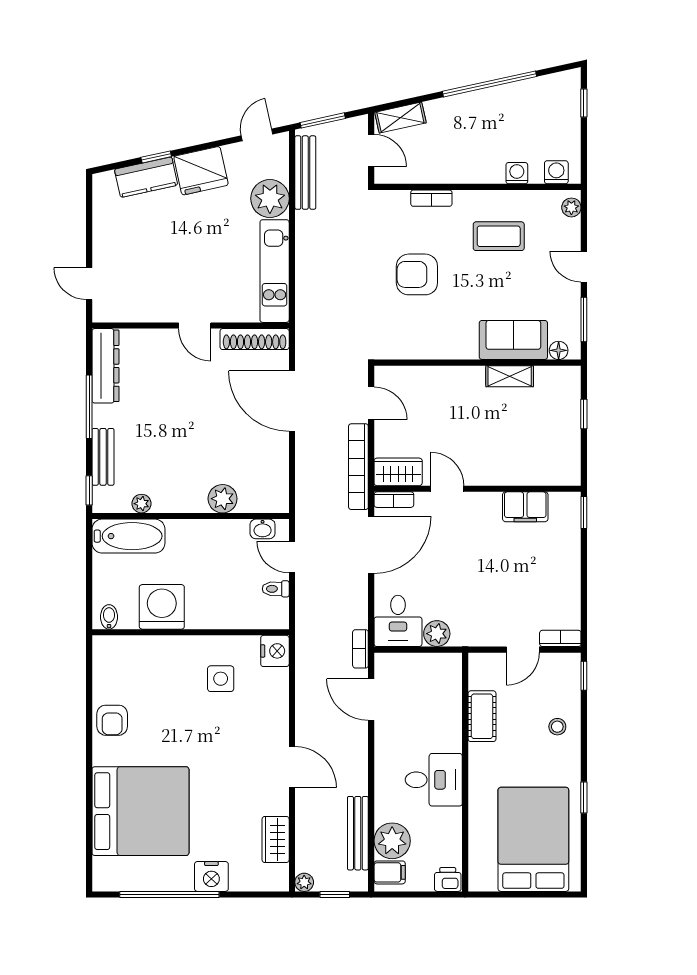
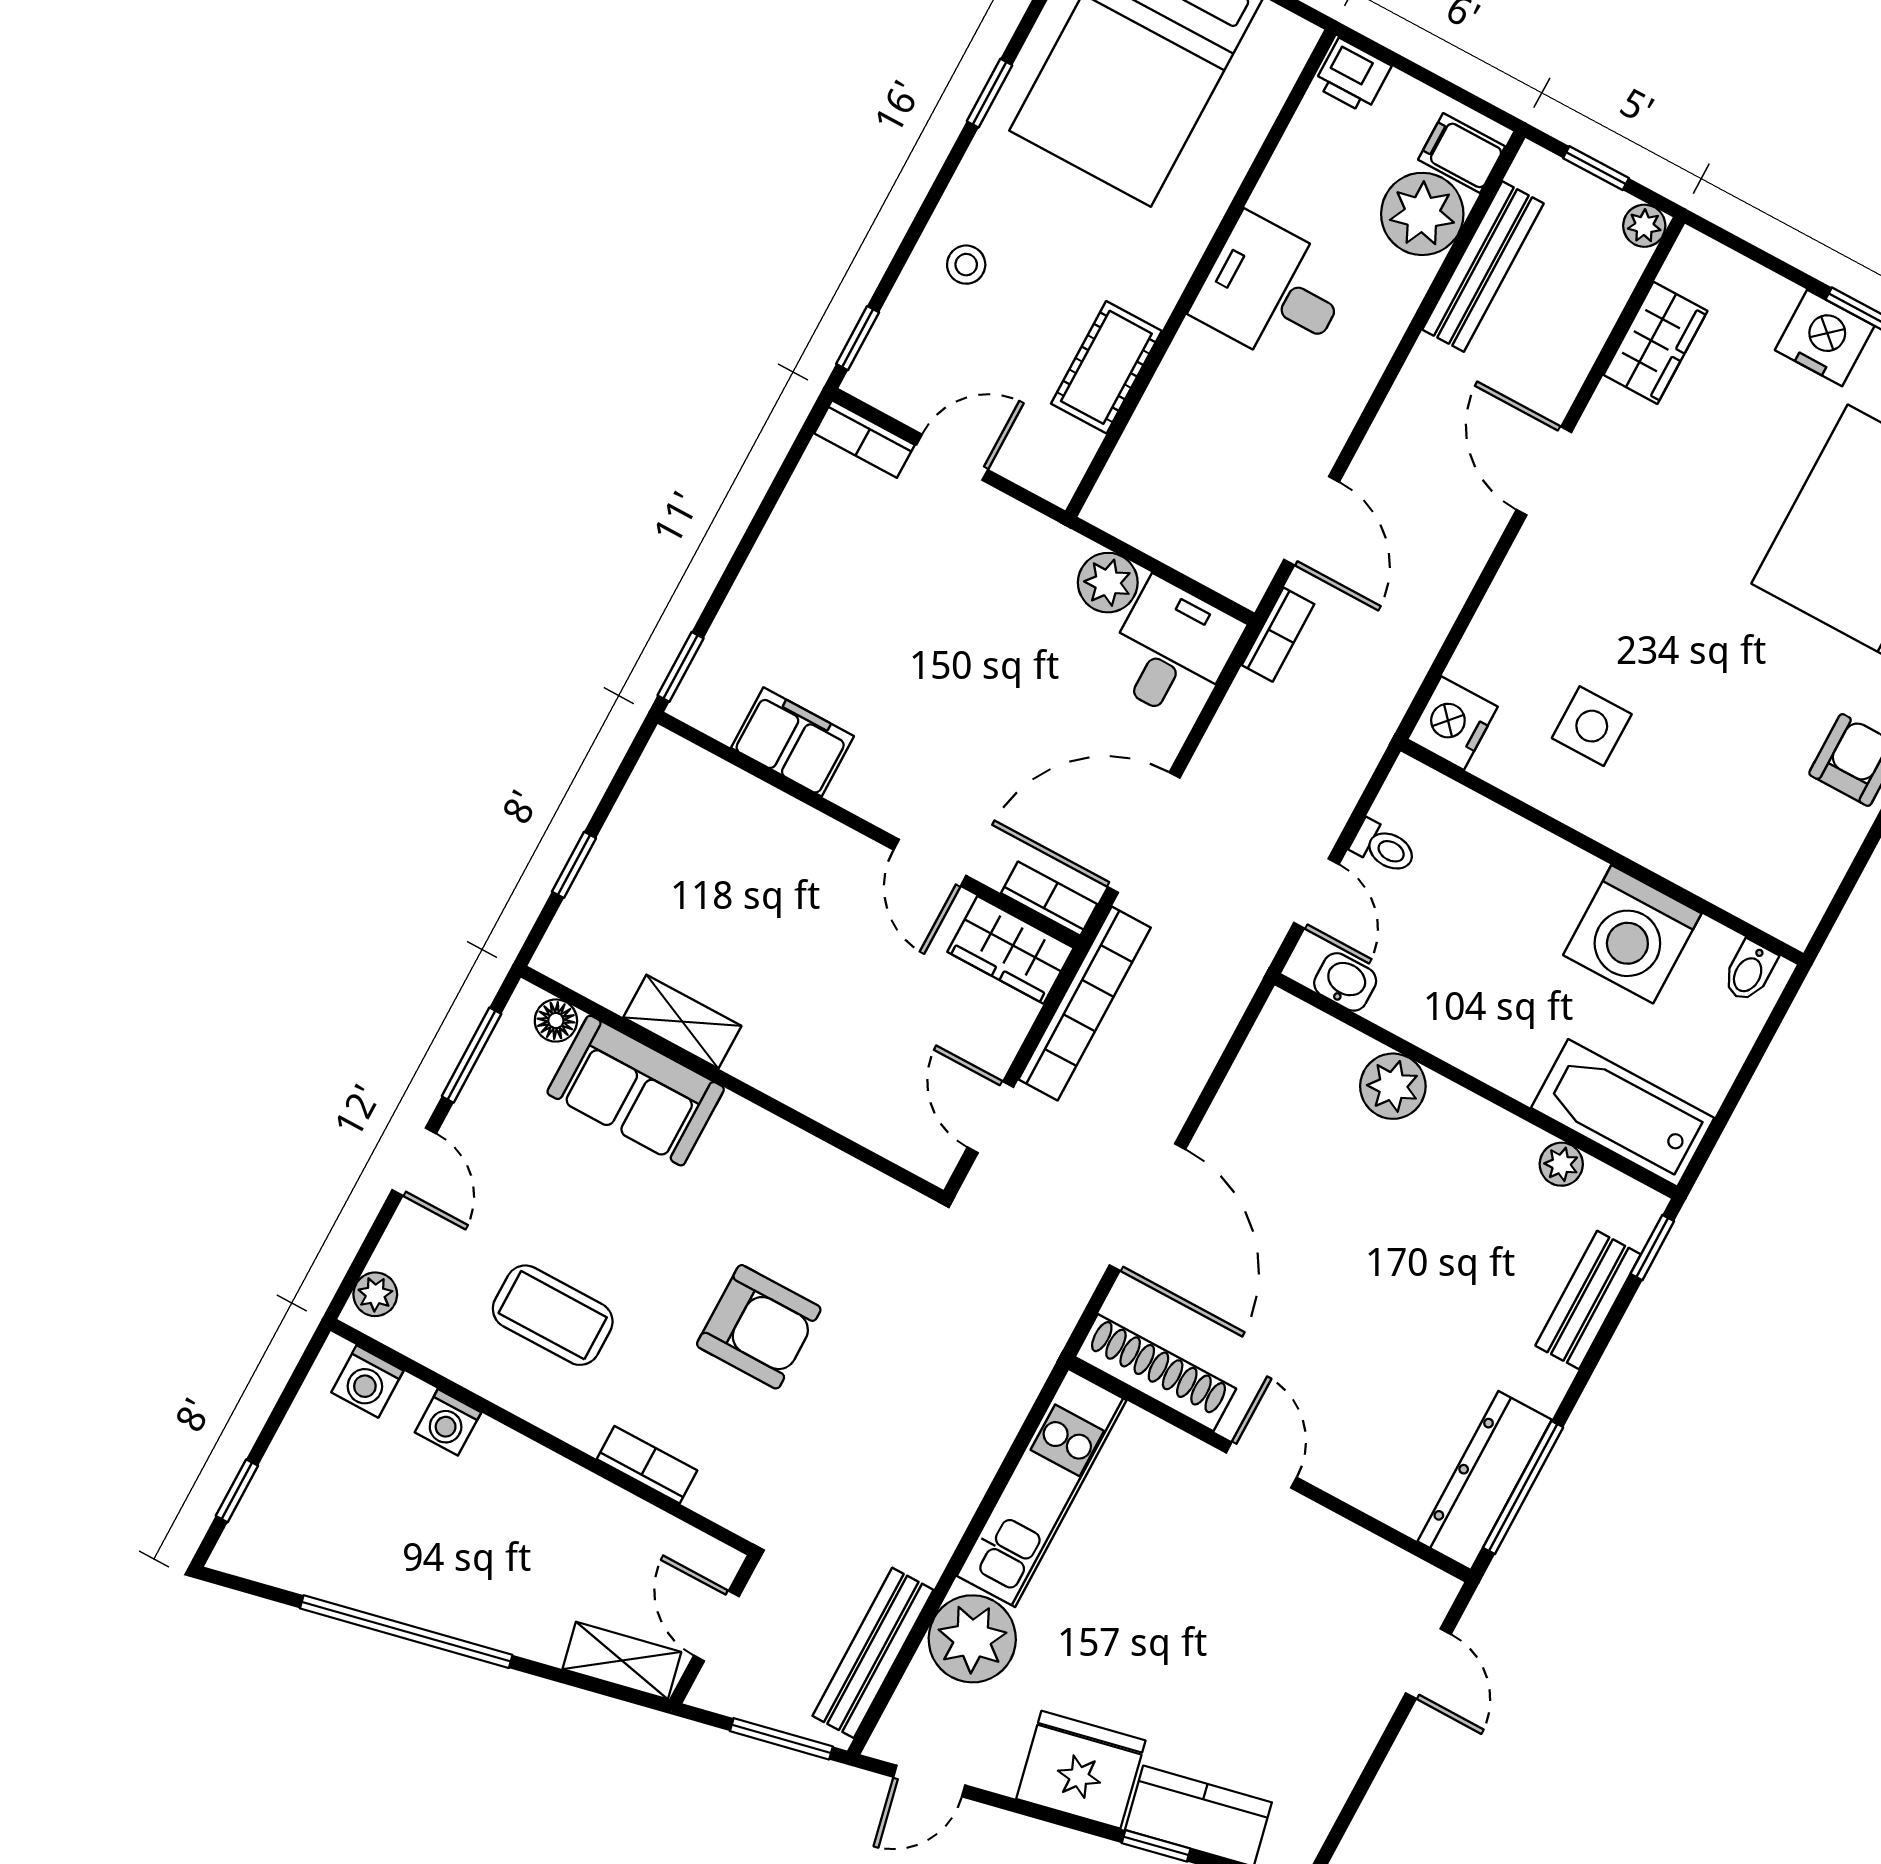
window: (89, 407) -> (1523, 1488), moved

